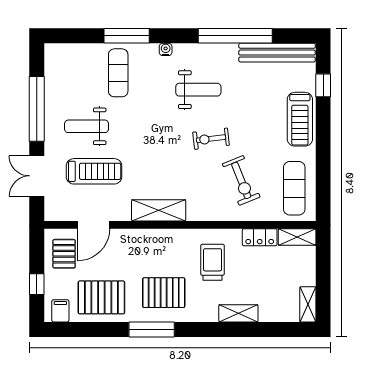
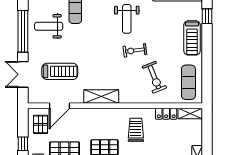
weight bench: (198, 90) -> (127, 19), turned 90
weight bench: (87, 126) -> (49, 26), moved

